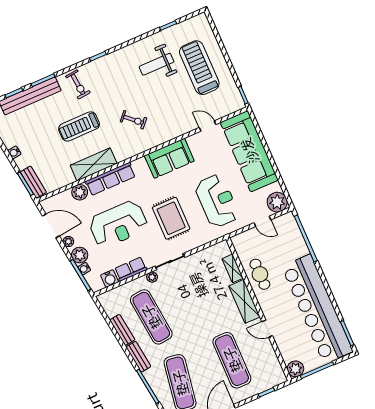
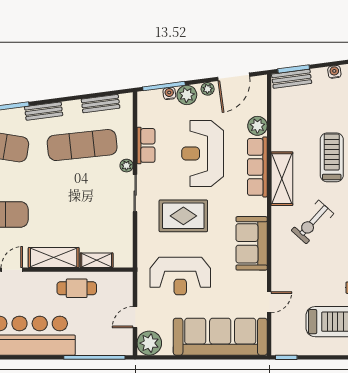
exercise bike: (133, 120) -> (312, 222), width x1.38, depth x1.39
shelving: (94, 164) -> (282, 179), moved
water cooler: (110, 279) -> (146, 117), removed
bench: (122, 330) -> (101, 104), moved

